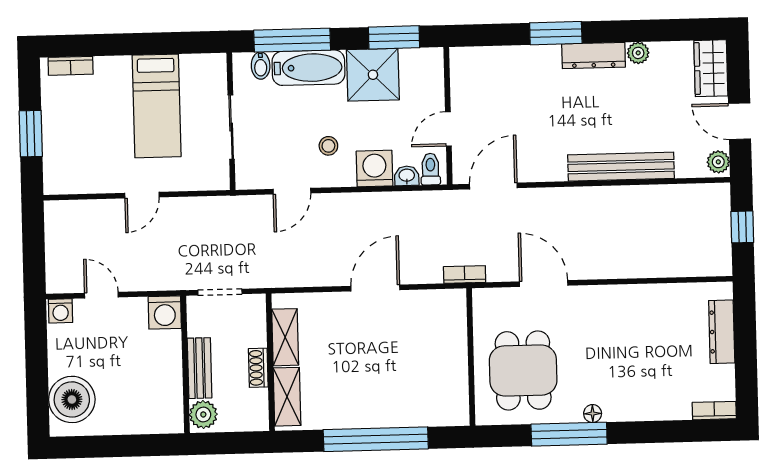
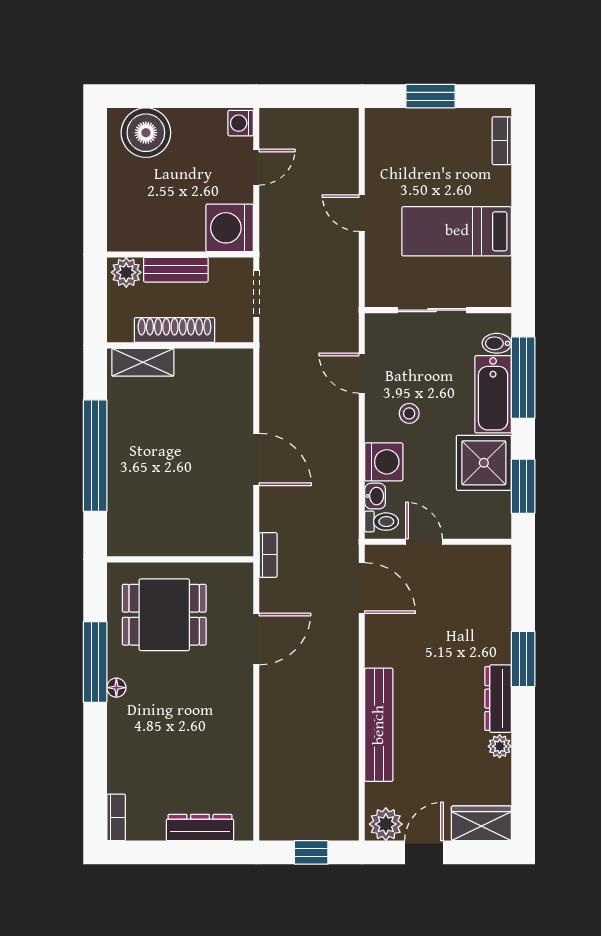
plant: (718, 162) -> (386, 824), width x1.38, depth x1.38
washing machine: (165, 313) -> (230, 228), width x1.37, depth x1.37
shelving: (285, 337) -> (206, 362), removed
shoe rack: (258, 368) -> (174, 330), width x1.94, depth x1.24

